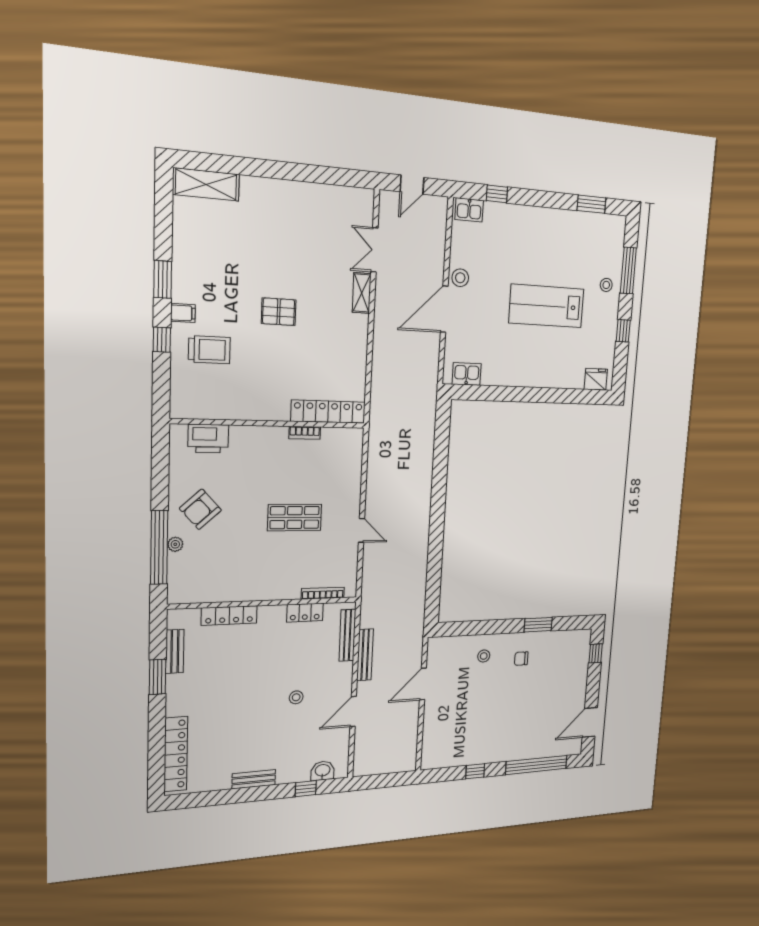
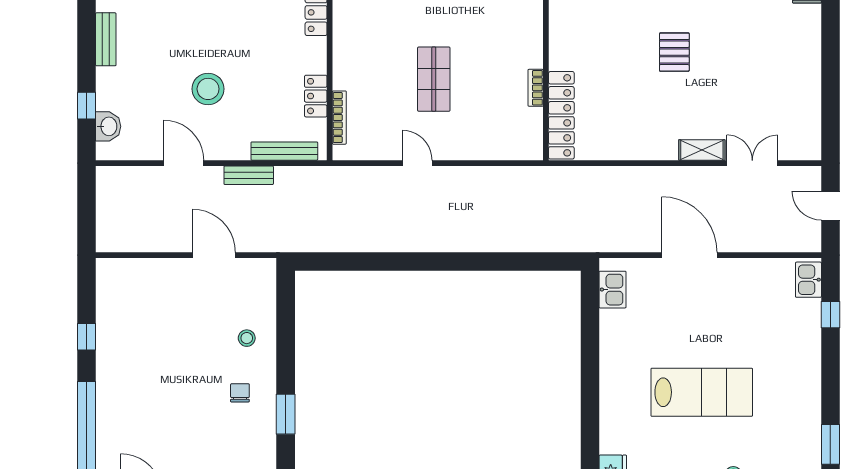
stool: (460, 278) -> (728, 273), removed
lab bench: (547, 306) -> (702, 392), turned 90
door: (361, 530) -> (417, 163), swing flipped
bench: (365, 655) -> (249, 175), width x0.73
stool: (296, 697) -> (208, 89), width x1.89, depth x1.89

